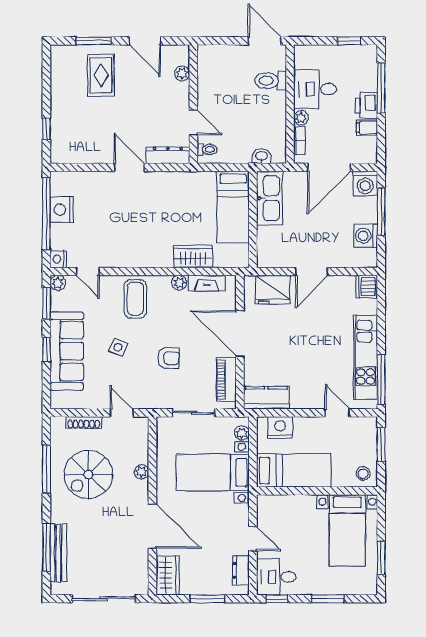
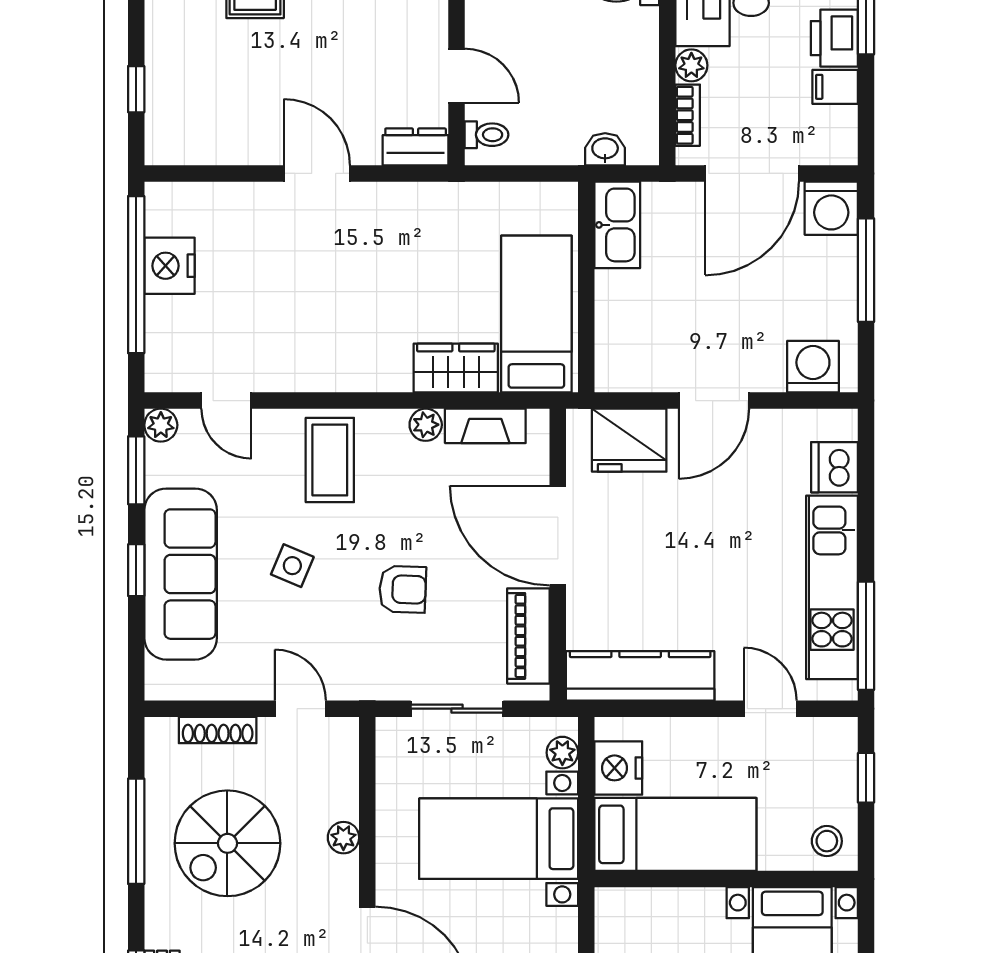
dresser: (168, 155) -> (416, 147), width x0.70
kitchen sink: (270, 198) -> (617, 225), width x0.73, depth x0.81
bed: (233, 207) -> (536, 314), moved, turned 180
washing machine: (366, 236) -> (813, 367), moved, turned 90
nightstand: (58, 259) -> (162, 373), removed
dishwasher: (367, 287) -> (834, 467), moved
kitchen counter: (266, 398) -> (640, 676), width x1.50
nightstand: (280, 428) -> (618, 768), moved, turned -90
window: (381, 445) -> (866, 778), width x0.67

